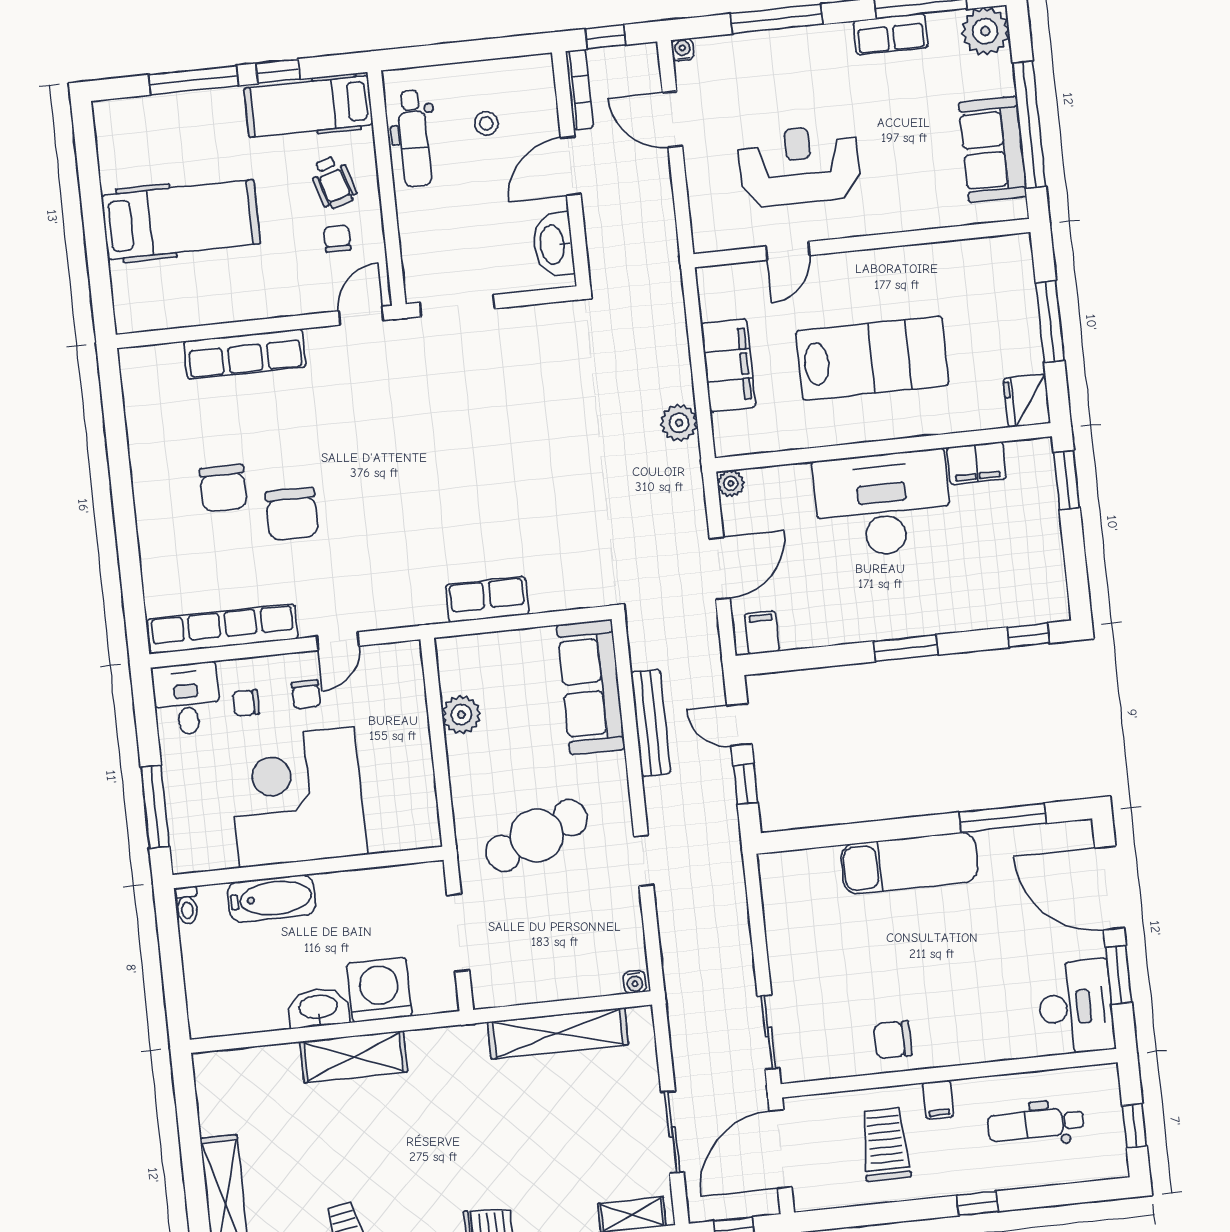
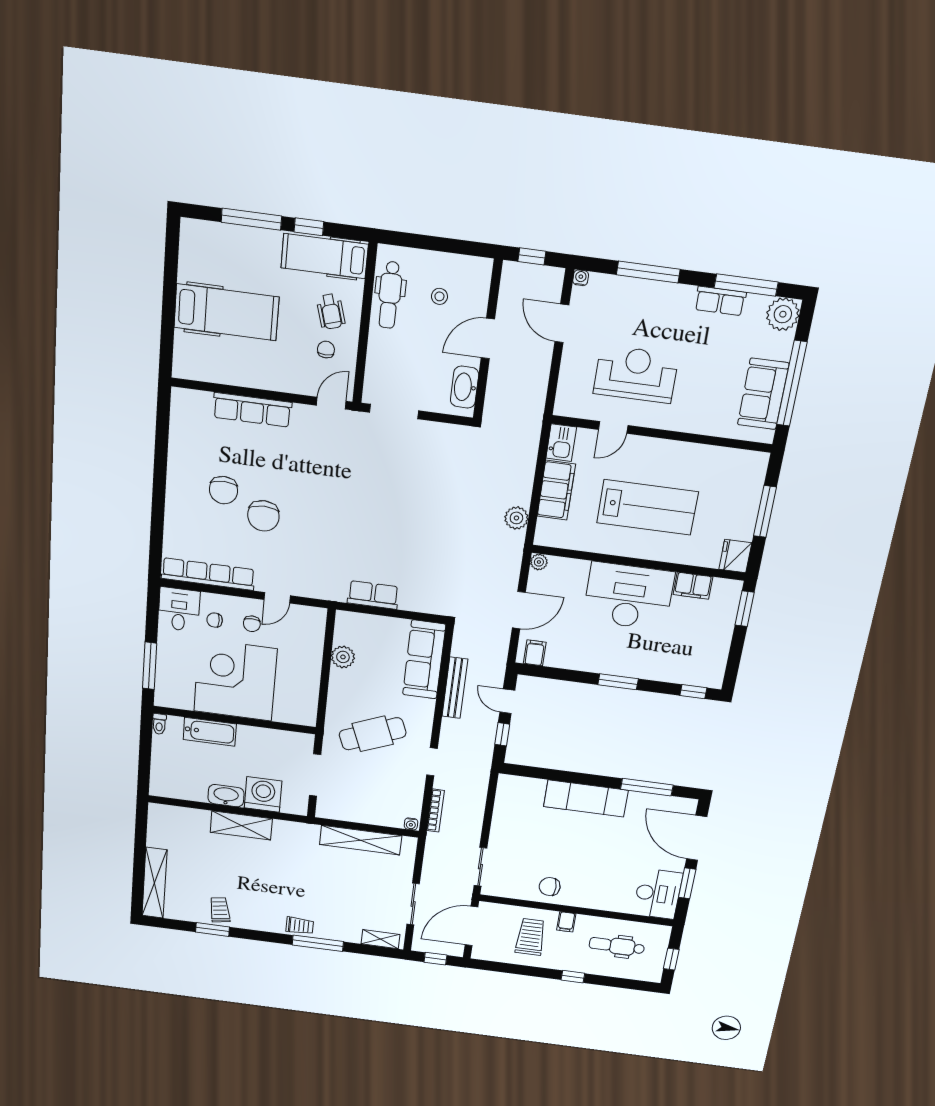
bookcase: (579, 89) -> (436, 811), moved
kitchen sink: (717, 292) -> (561, 443), added

